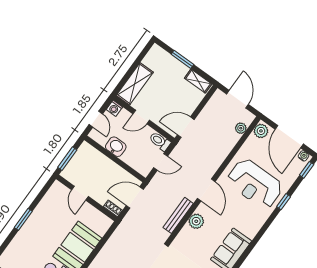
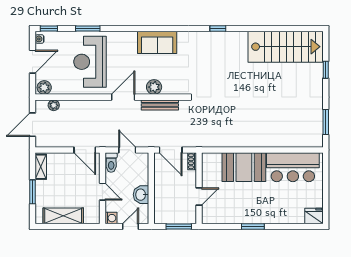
shelving: (135, 84) -> (63, 216), moved
door: (289, 137) -> (32, 62), width x0.73
reception desk: (255, 184) -> (90, 62), turned 180
window: (284, 202) -> (88, 28), width x1.50

